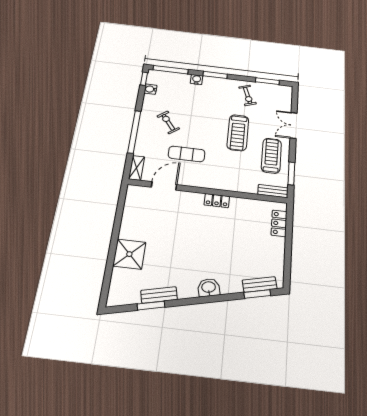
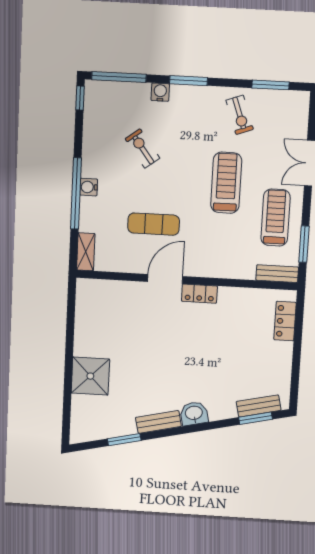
water cooler: (150, 89) -> (89, 187), moved
exercise bike: (168, 122) -> (142, 148), moved
treadmill: (238, 133) -> (226, 183), turned 180
door: (164, 186) -> (165, 279), moved
bench: (159, 295) -> (158, 422), moved

